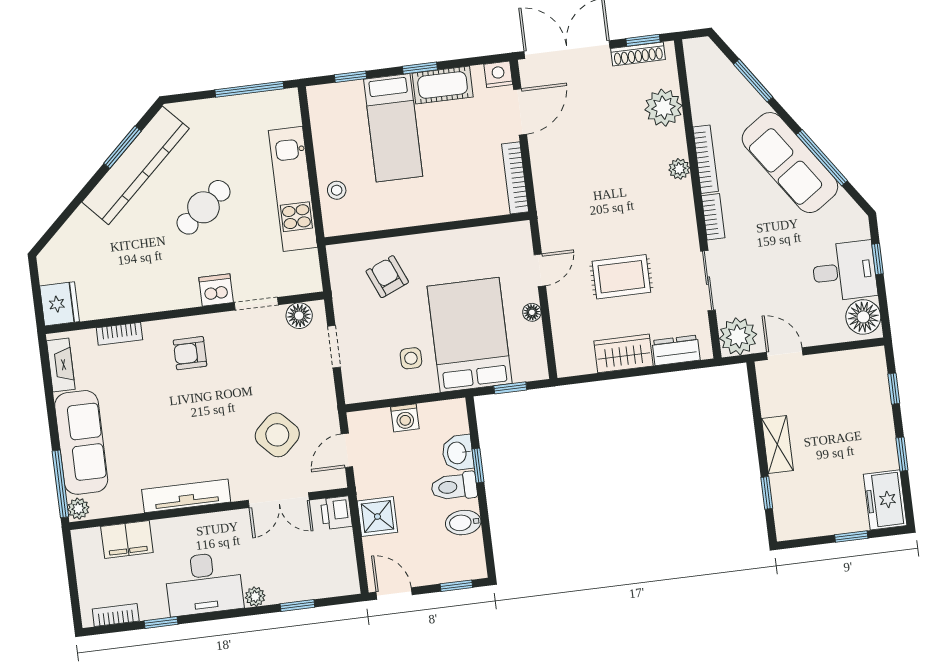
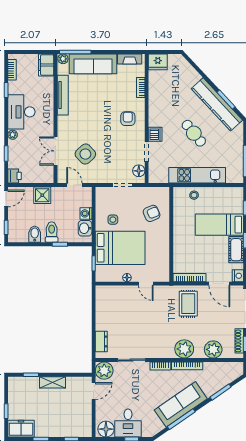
plant: (679, 169) -> (184, 349), width x1.87, depth x1.87
rug: (621, 277) -> (188, 304), moved
wardrobe: (623, 353) -> (103, 317), removed
washbasin: (458, 453) -> (85, 228), moved, turned -90
tv unit: (186, 496) -> (63, 95), moved
printer: (336, 513) -> (14, 176), moved, turned 90
filing cabinet: (127, 539) -> (46, 65), moved

